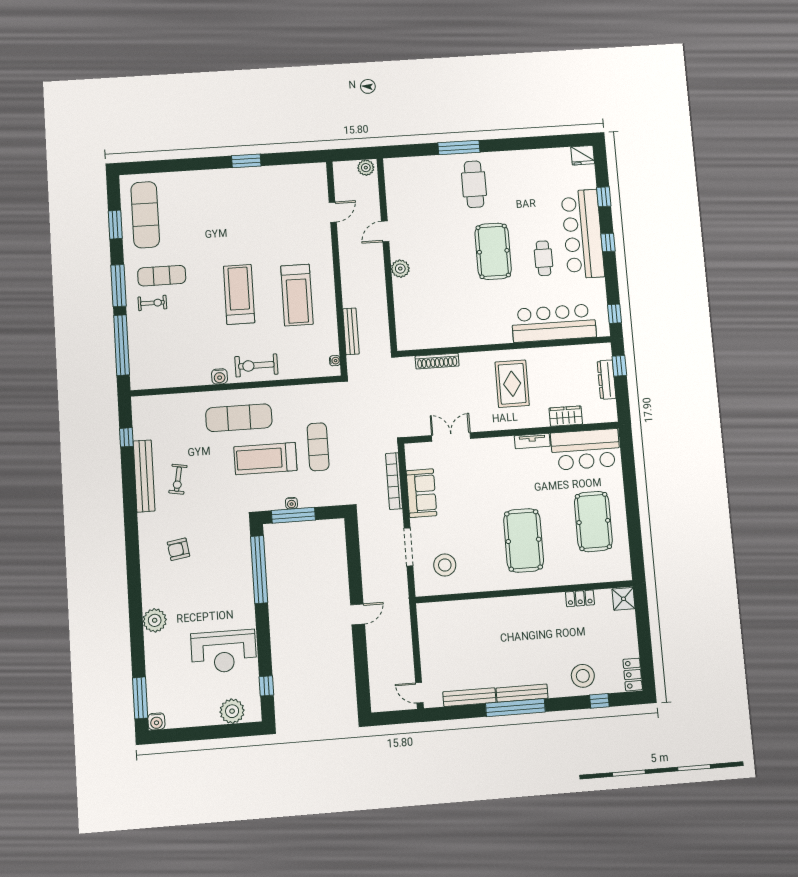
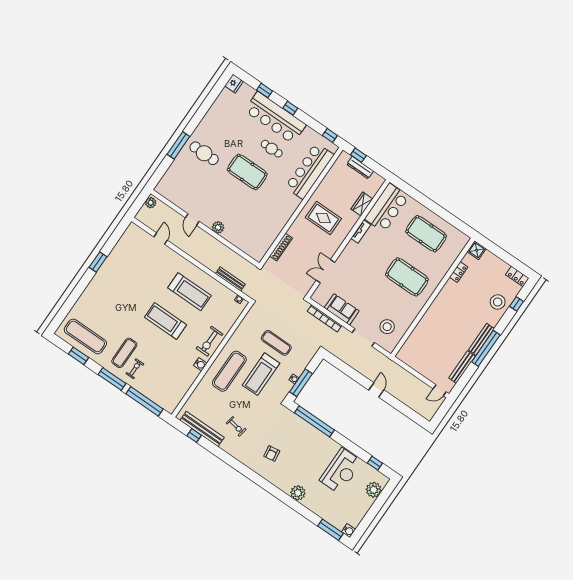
bench: (144, 476) -> (202, 429), moved

